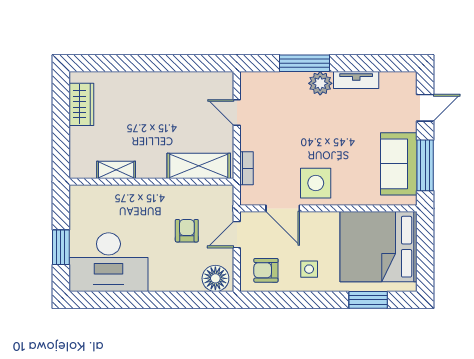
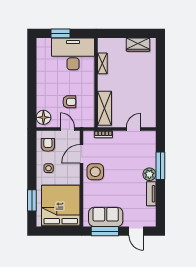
desk: (108, 262) -> (73, 54), moved, turned 90

